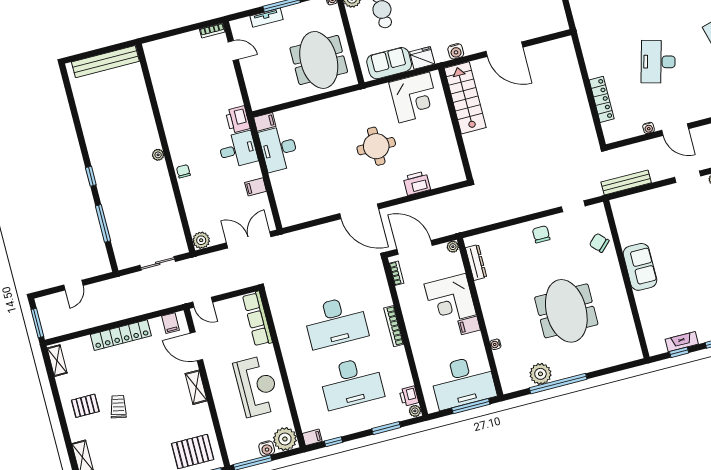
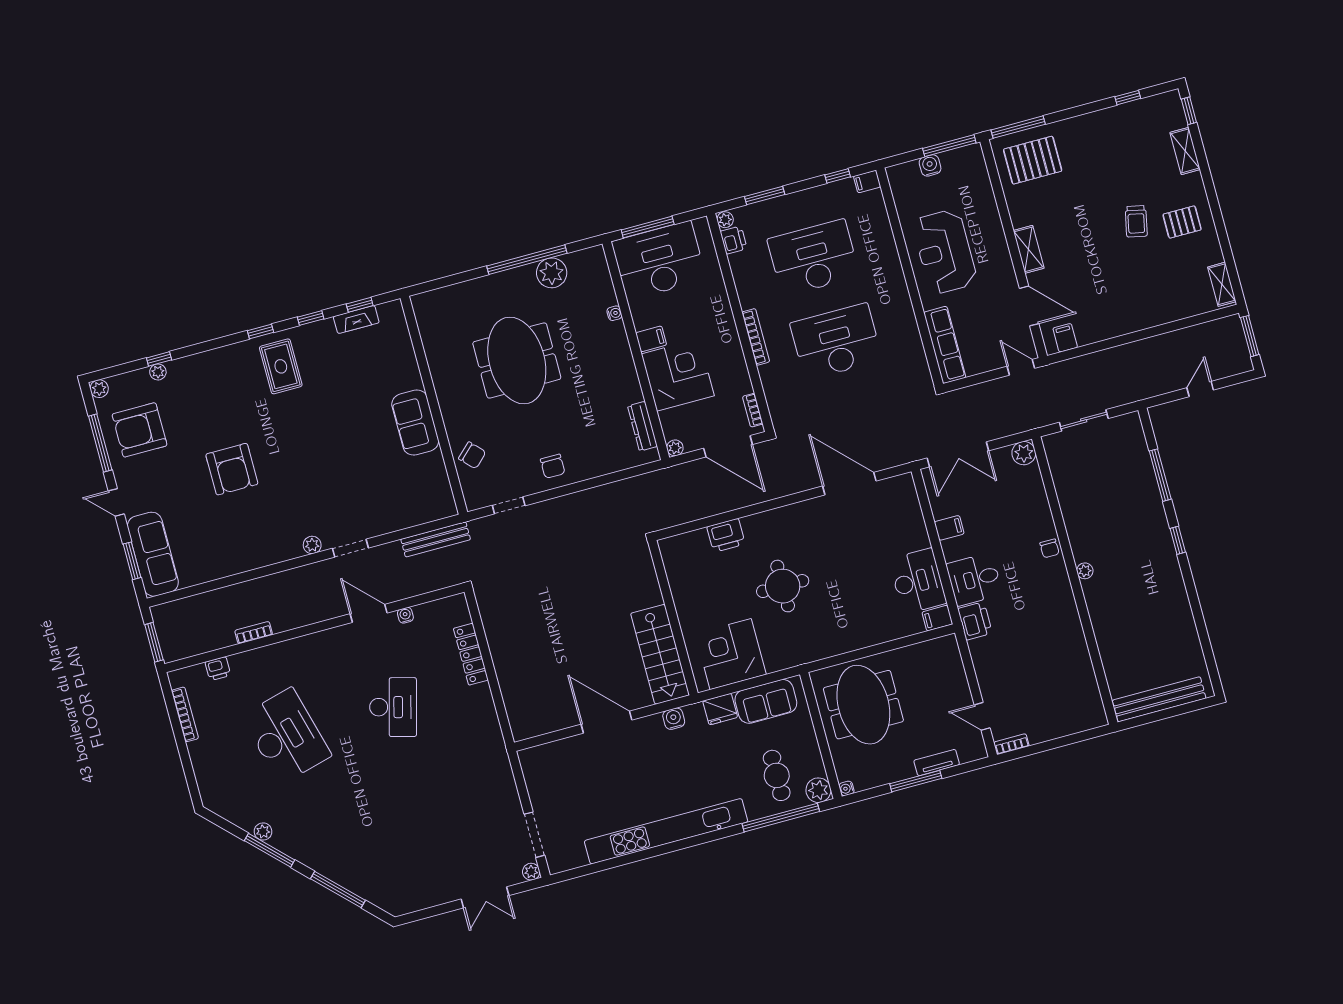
door: (359, 211) -> (849, 484), moved
locker: (121, 335) -> (1134, 320), removed
plant: (285, 439) -> (905, 179), removed

